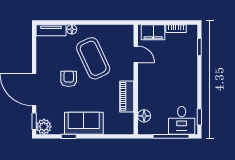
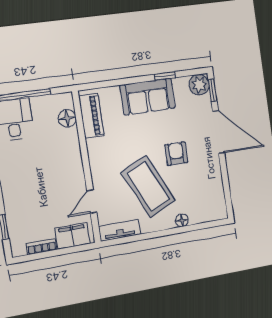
tv unit: (51, 30) -> (120, 230), moved
door: (136, 54) -> (92, 202), hinge flipped
armchair: (69, 79) -> (176, 154), turned 180
piano: (127, 96) -> (91, 116), moved

